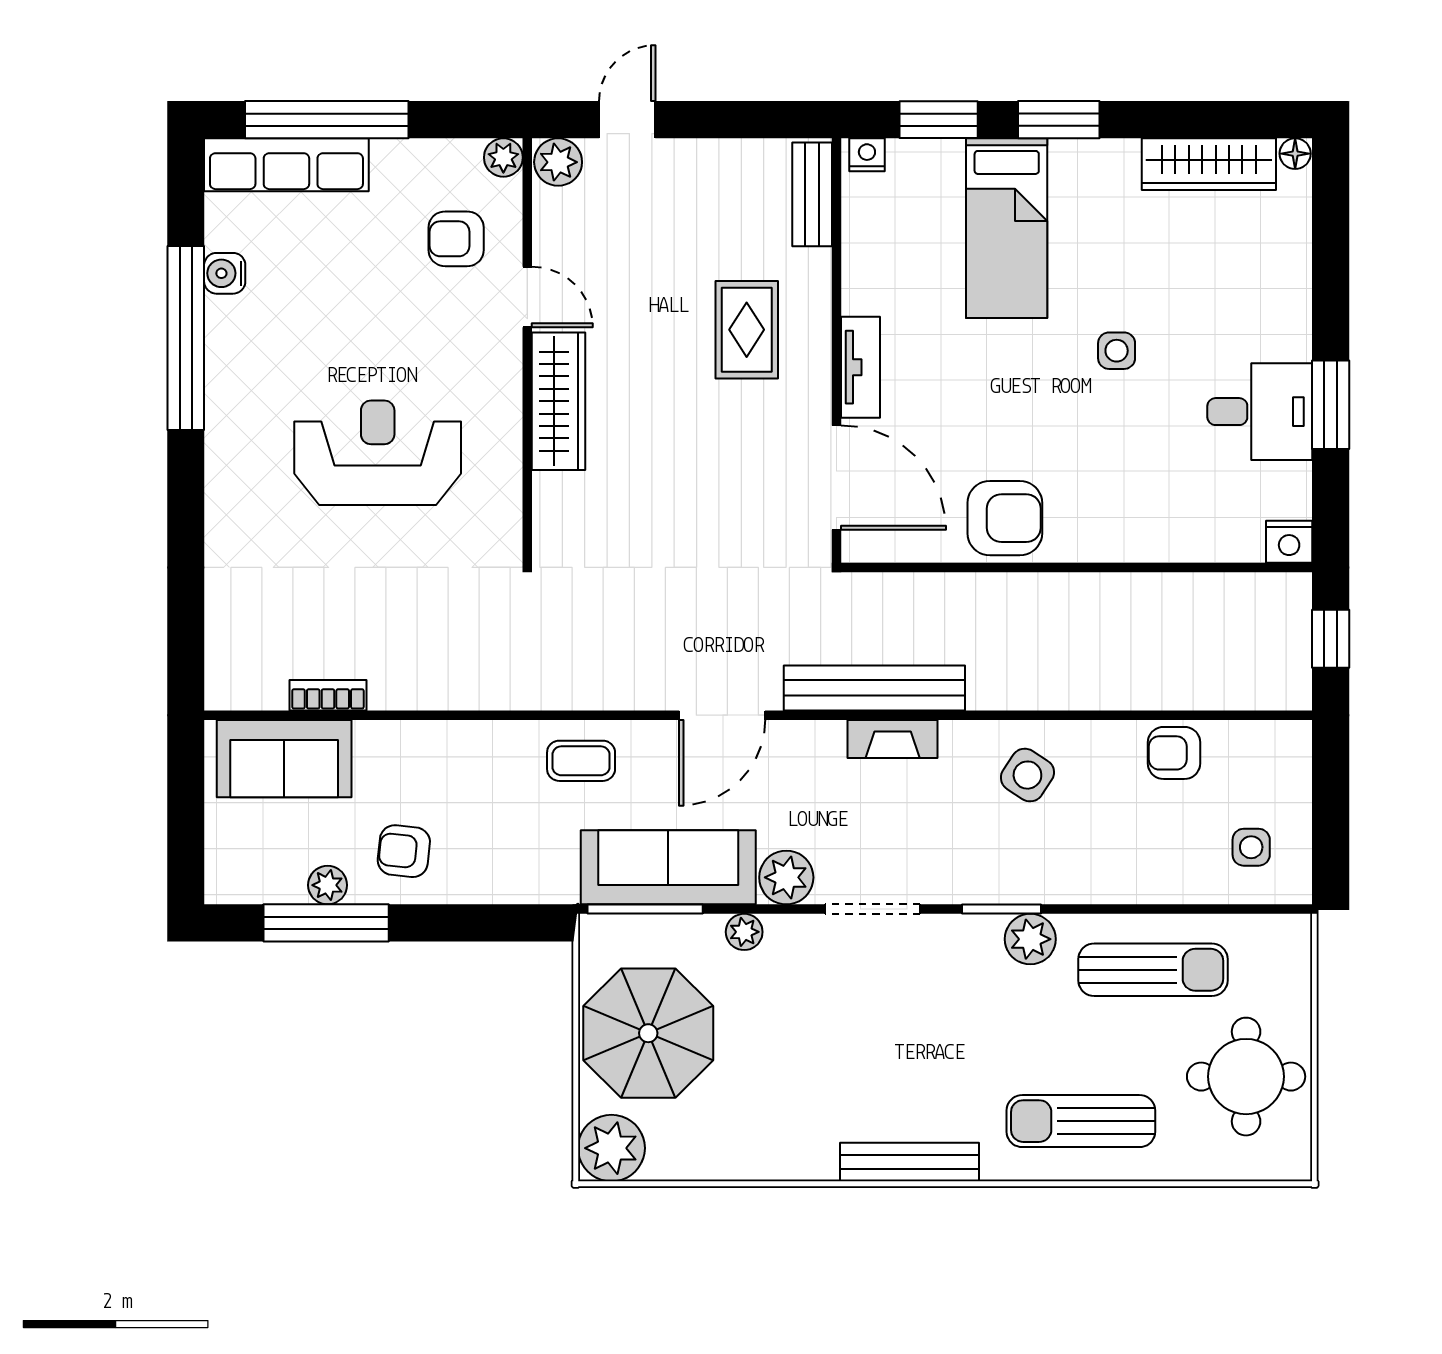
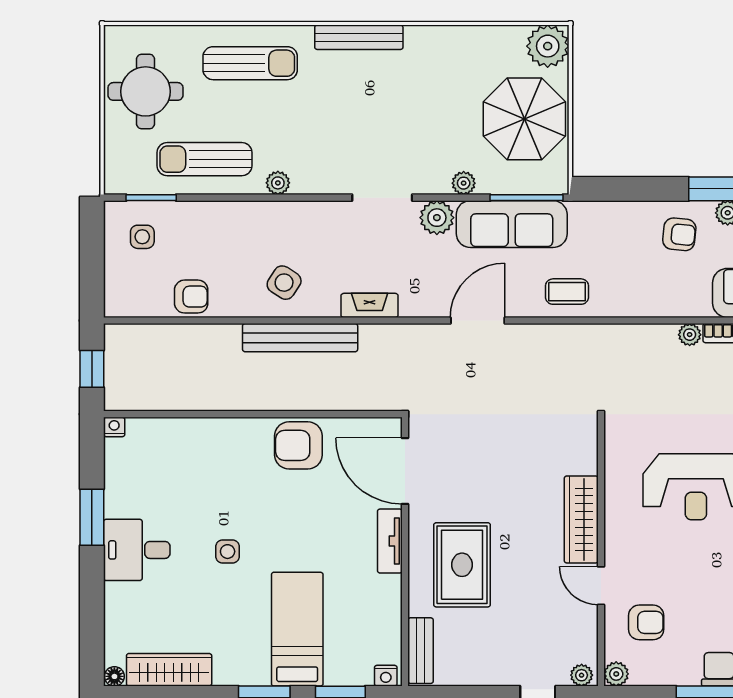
plant: (558, 162) -> (582, 675), width x0.73, depth x0.73
rug: (747, 330) -> (462, 565), width x1.36, depth x1.43
desk: (1260, 412) -> (137, 550), moved
nightstand: (1289, 542) -> (114, 427), width x0.72, depth x0.74
bench: (874, 688) -> (300, 338), moved
plant: (388, 693) -> (690, 335), added
window: (1002, 909) -> (151, 198), moved
plant: (1030, 939) -> (278, 183), width x0.73, depth x0.73

